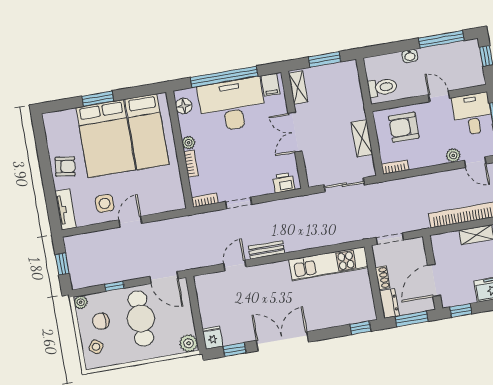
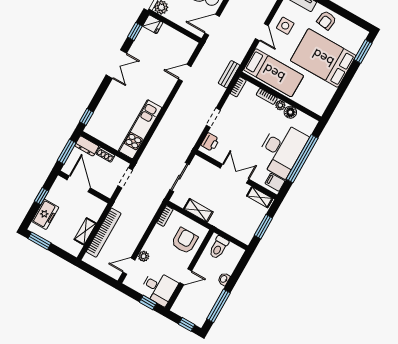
window: (98, 99) -> (363, 51), moved
floor lamp: (184, 106) -> (290, 112), moved
bed: (147, 132) -> (274, 73), moved, turned 180
doorway: (239, 203) -> (213, 118), moved
bench: (267, 250) -> (229, 74), moved
door: (235, 265) -> (185, 73), swing flipped
window: (461, 310) -> (41, 196), moved
double door: (283, 341) -> (116, 64), width x0.73

